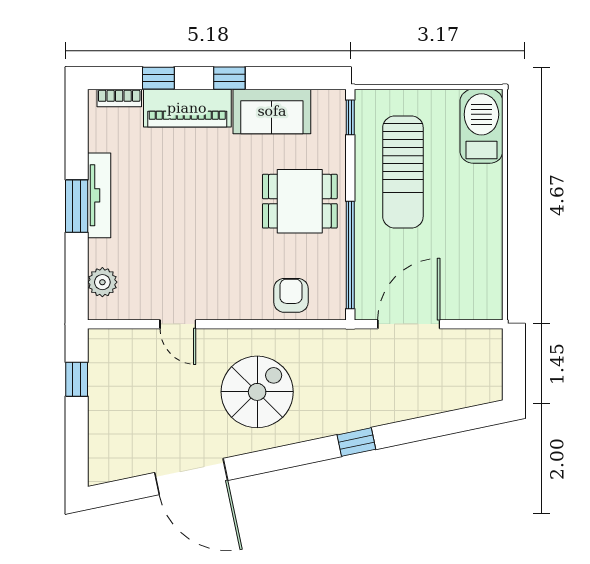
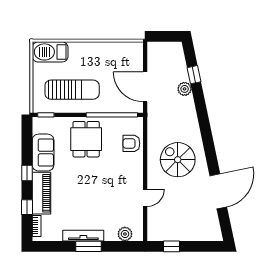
plant: (404, 406) -> (185, 89), added
window: (356, 442) -> (194, 75), moved

